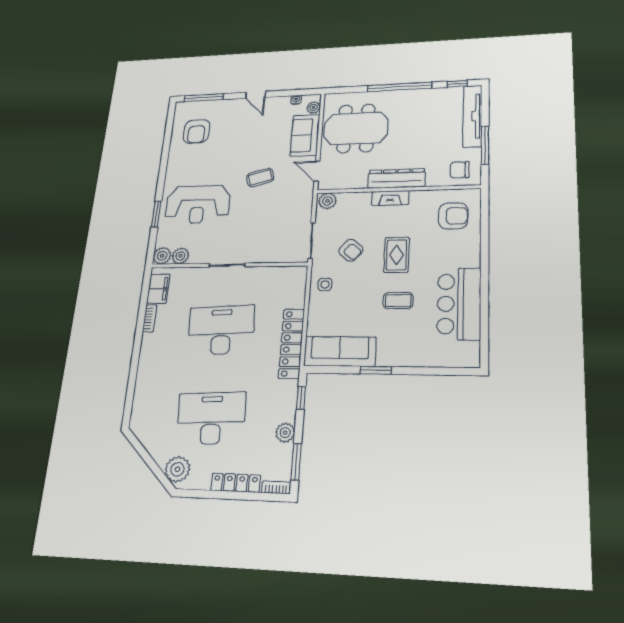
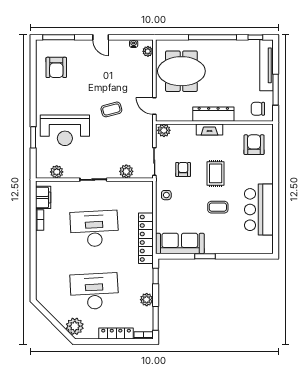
sofa: (305, 135) -> (143, 75), removed
armchair: (453, 216) -> (254, 145), turned -90
armchair: (351, 250) -> (183, 169), turned -131
plant: (162, 256) -> (126, 171), moved

